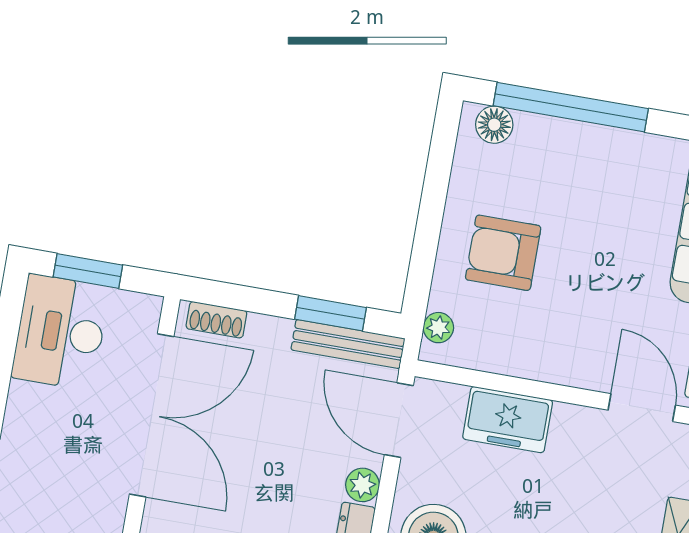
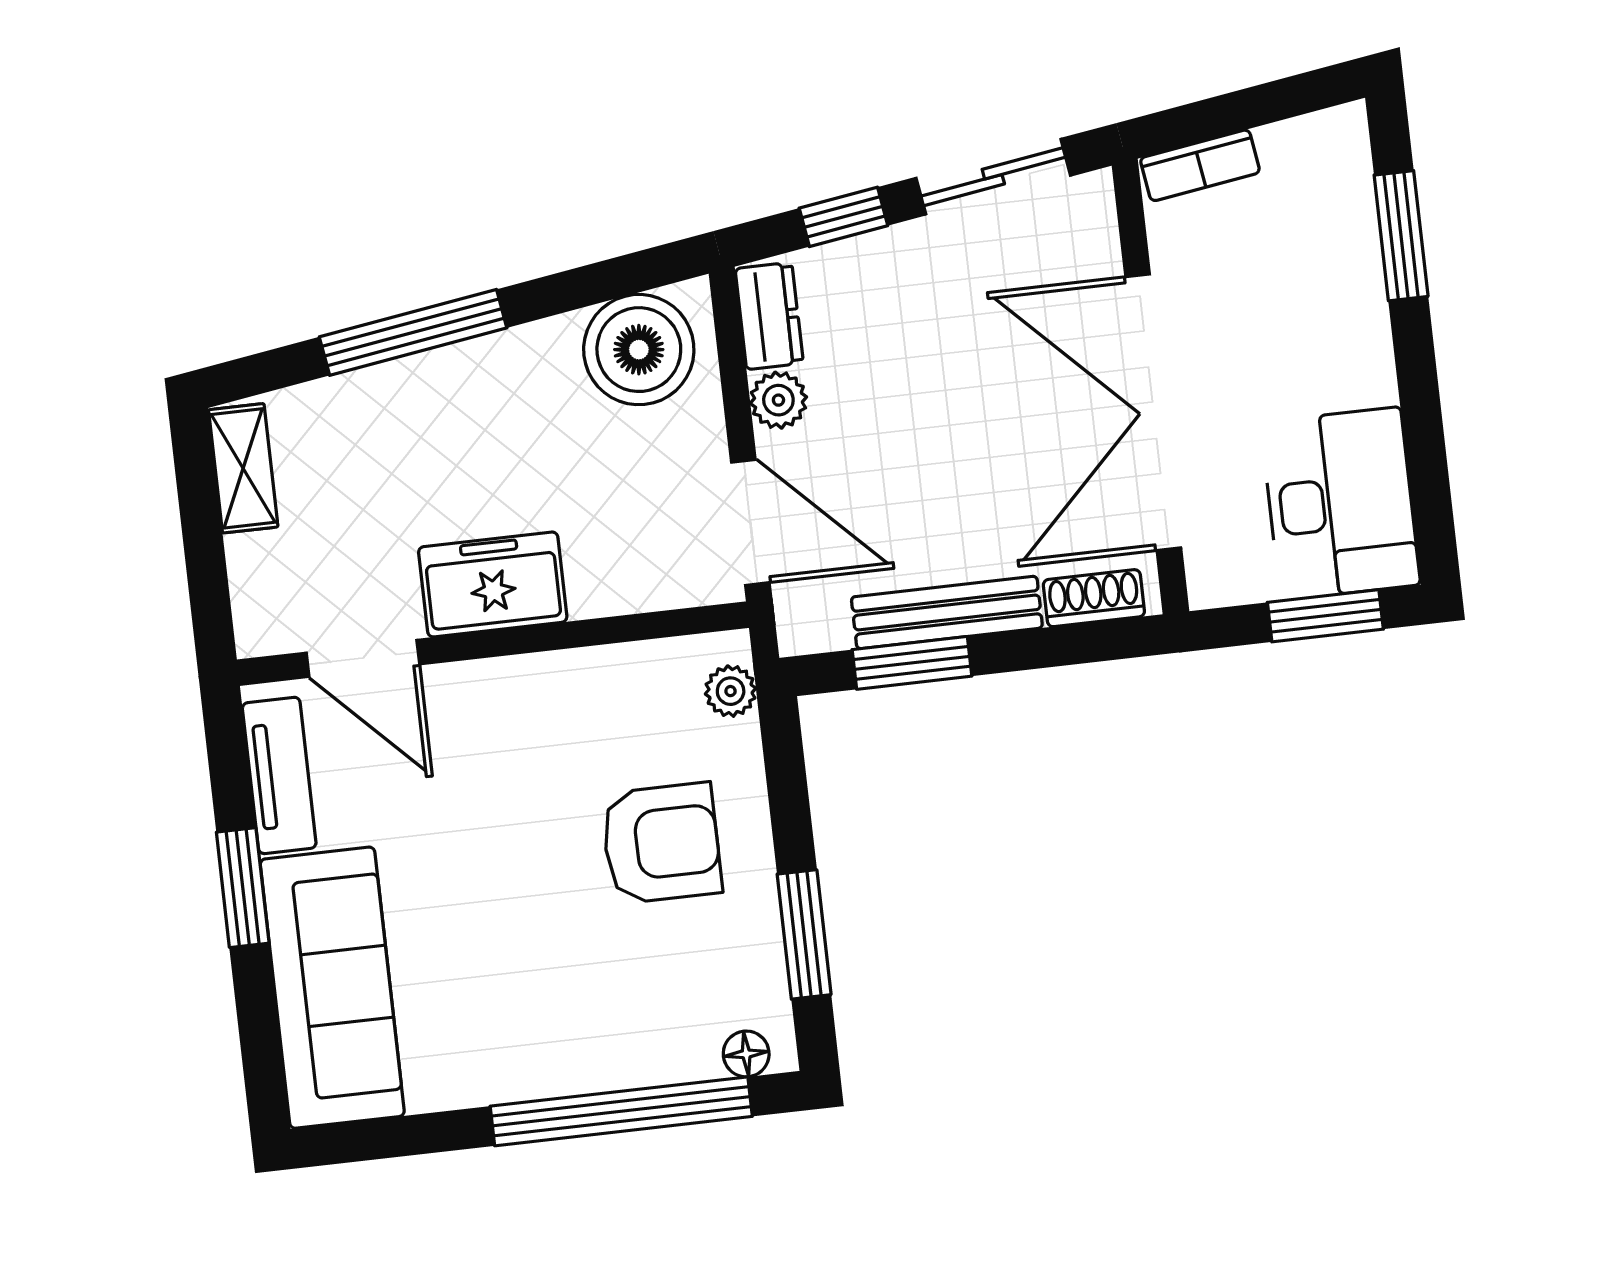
floor lamp: (494, 125) -> (746, 1054), width x0.73, depth x0.73
window: (437, 177) -> (804, 934), added
bench: (348, 344) -> (947, 612), moved
freezer: (508, 420) -> (493, 584), moved

